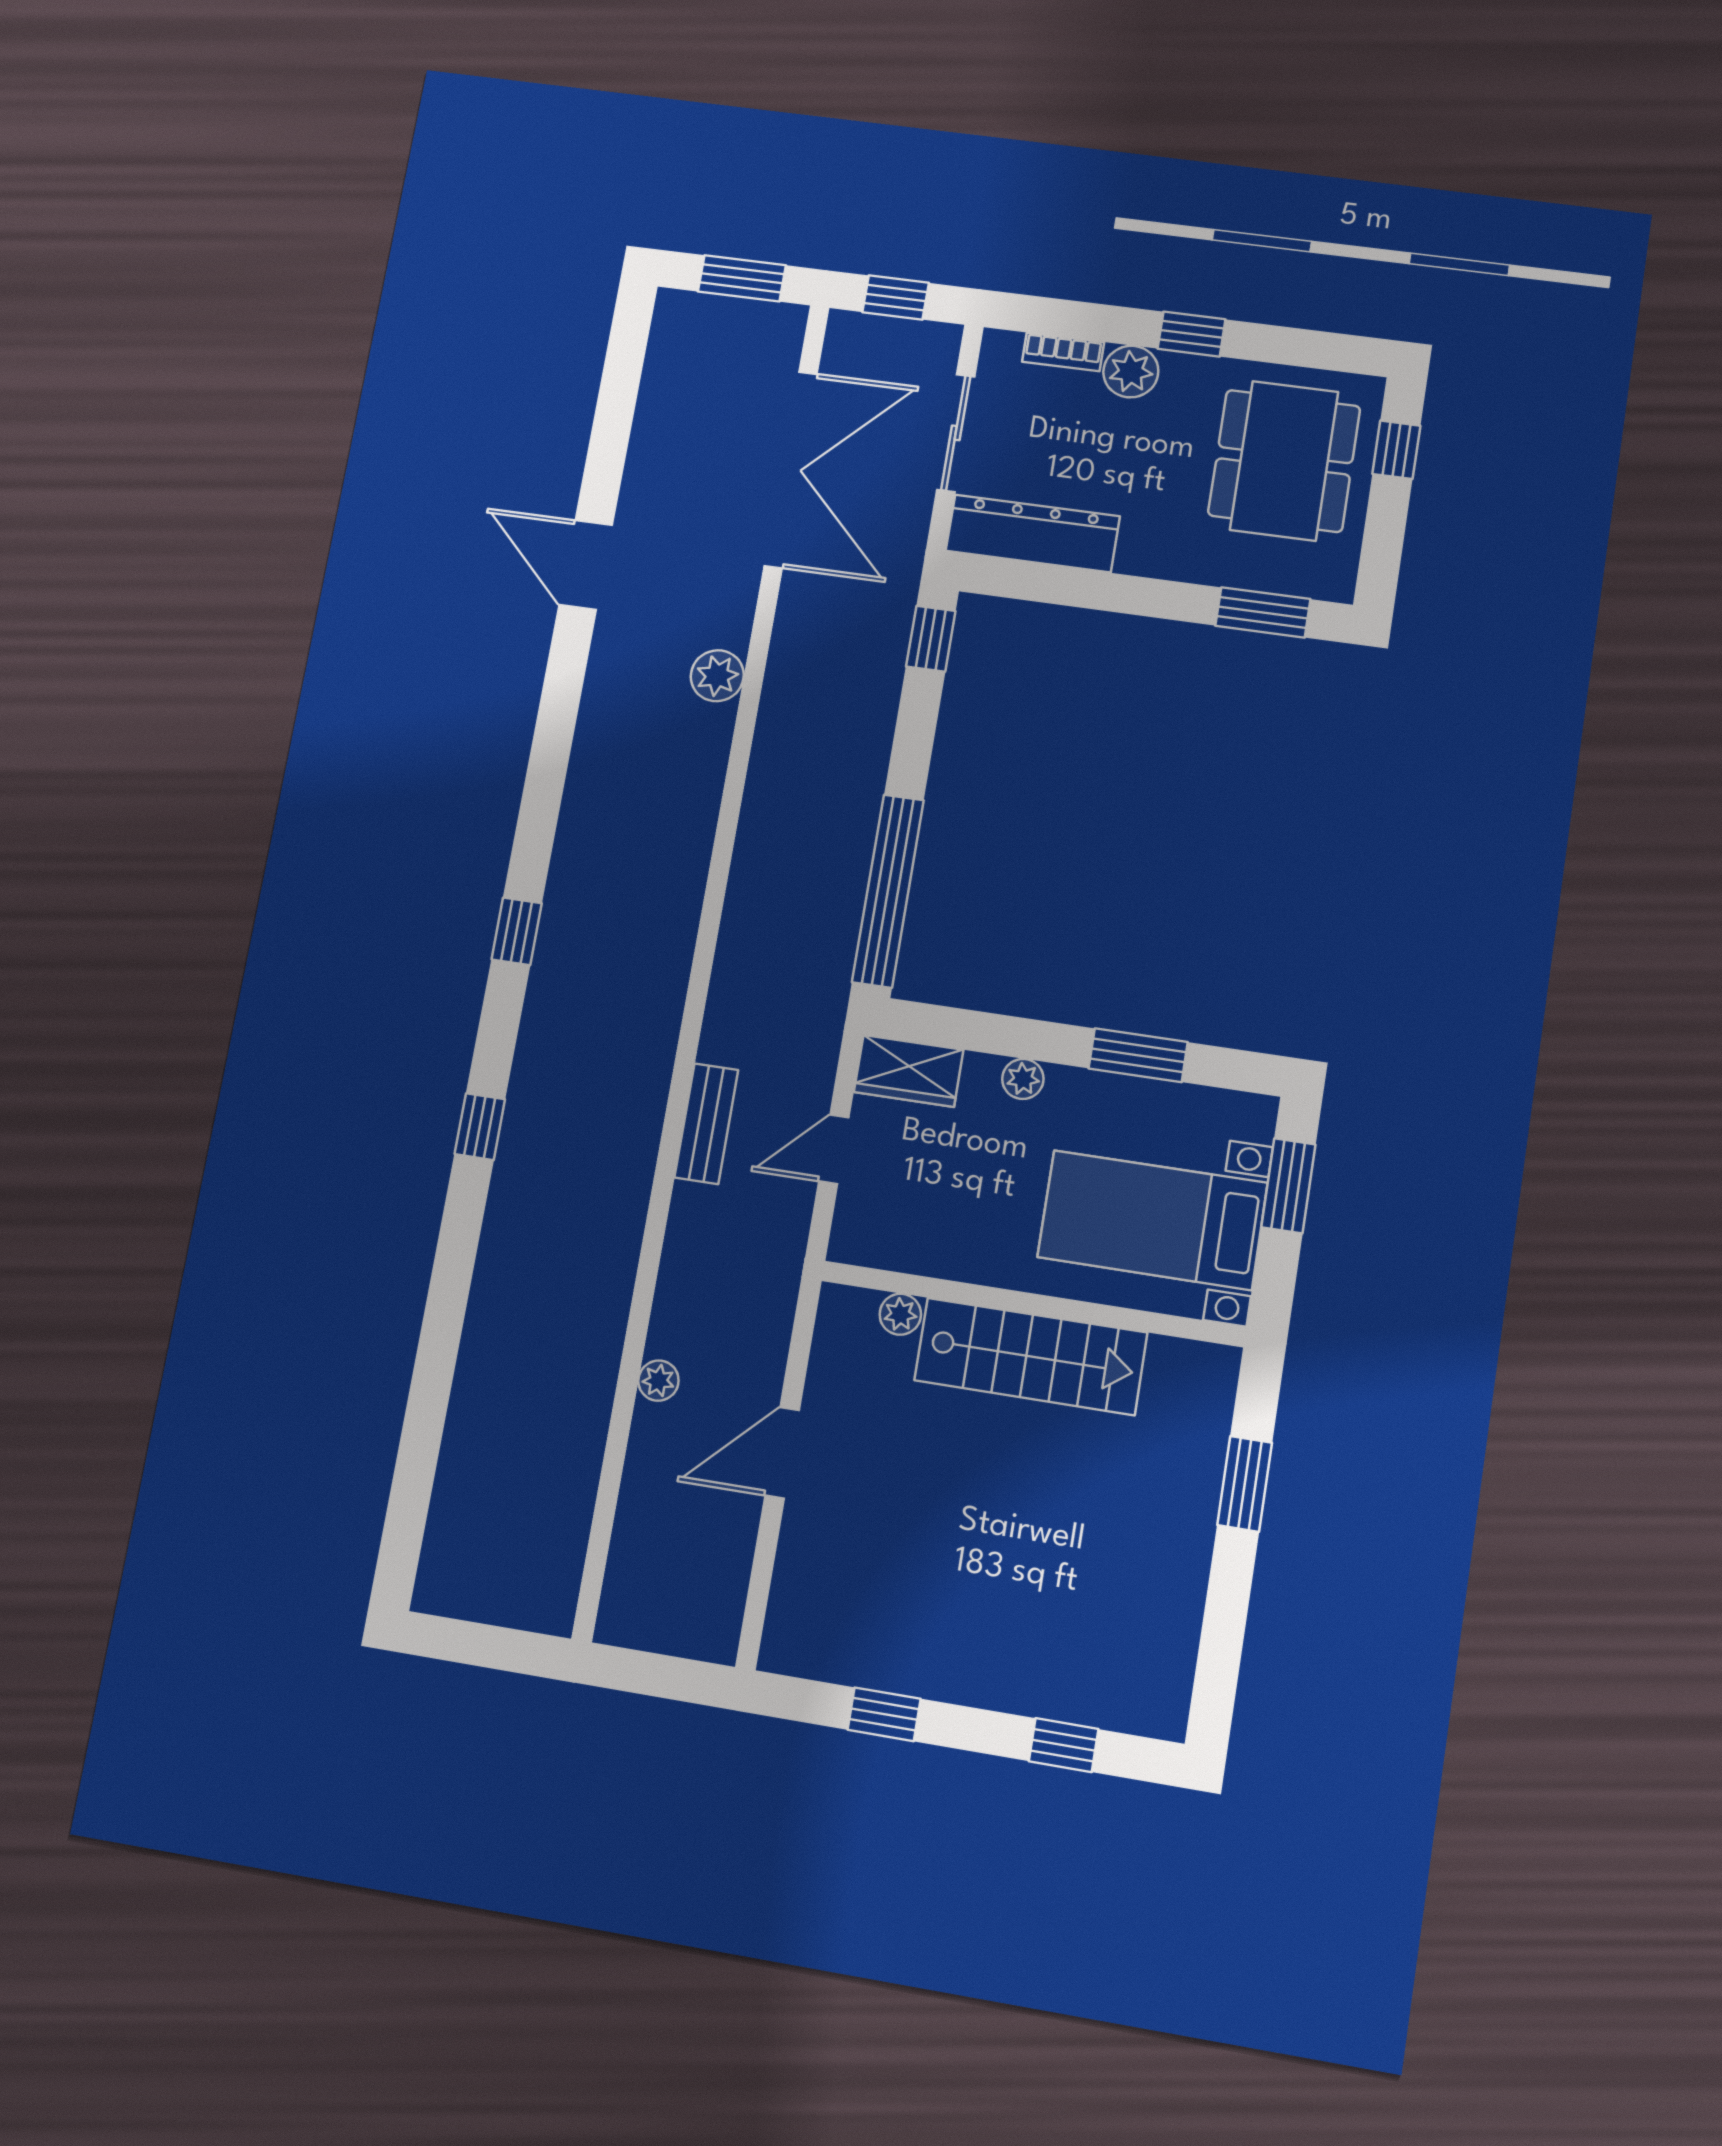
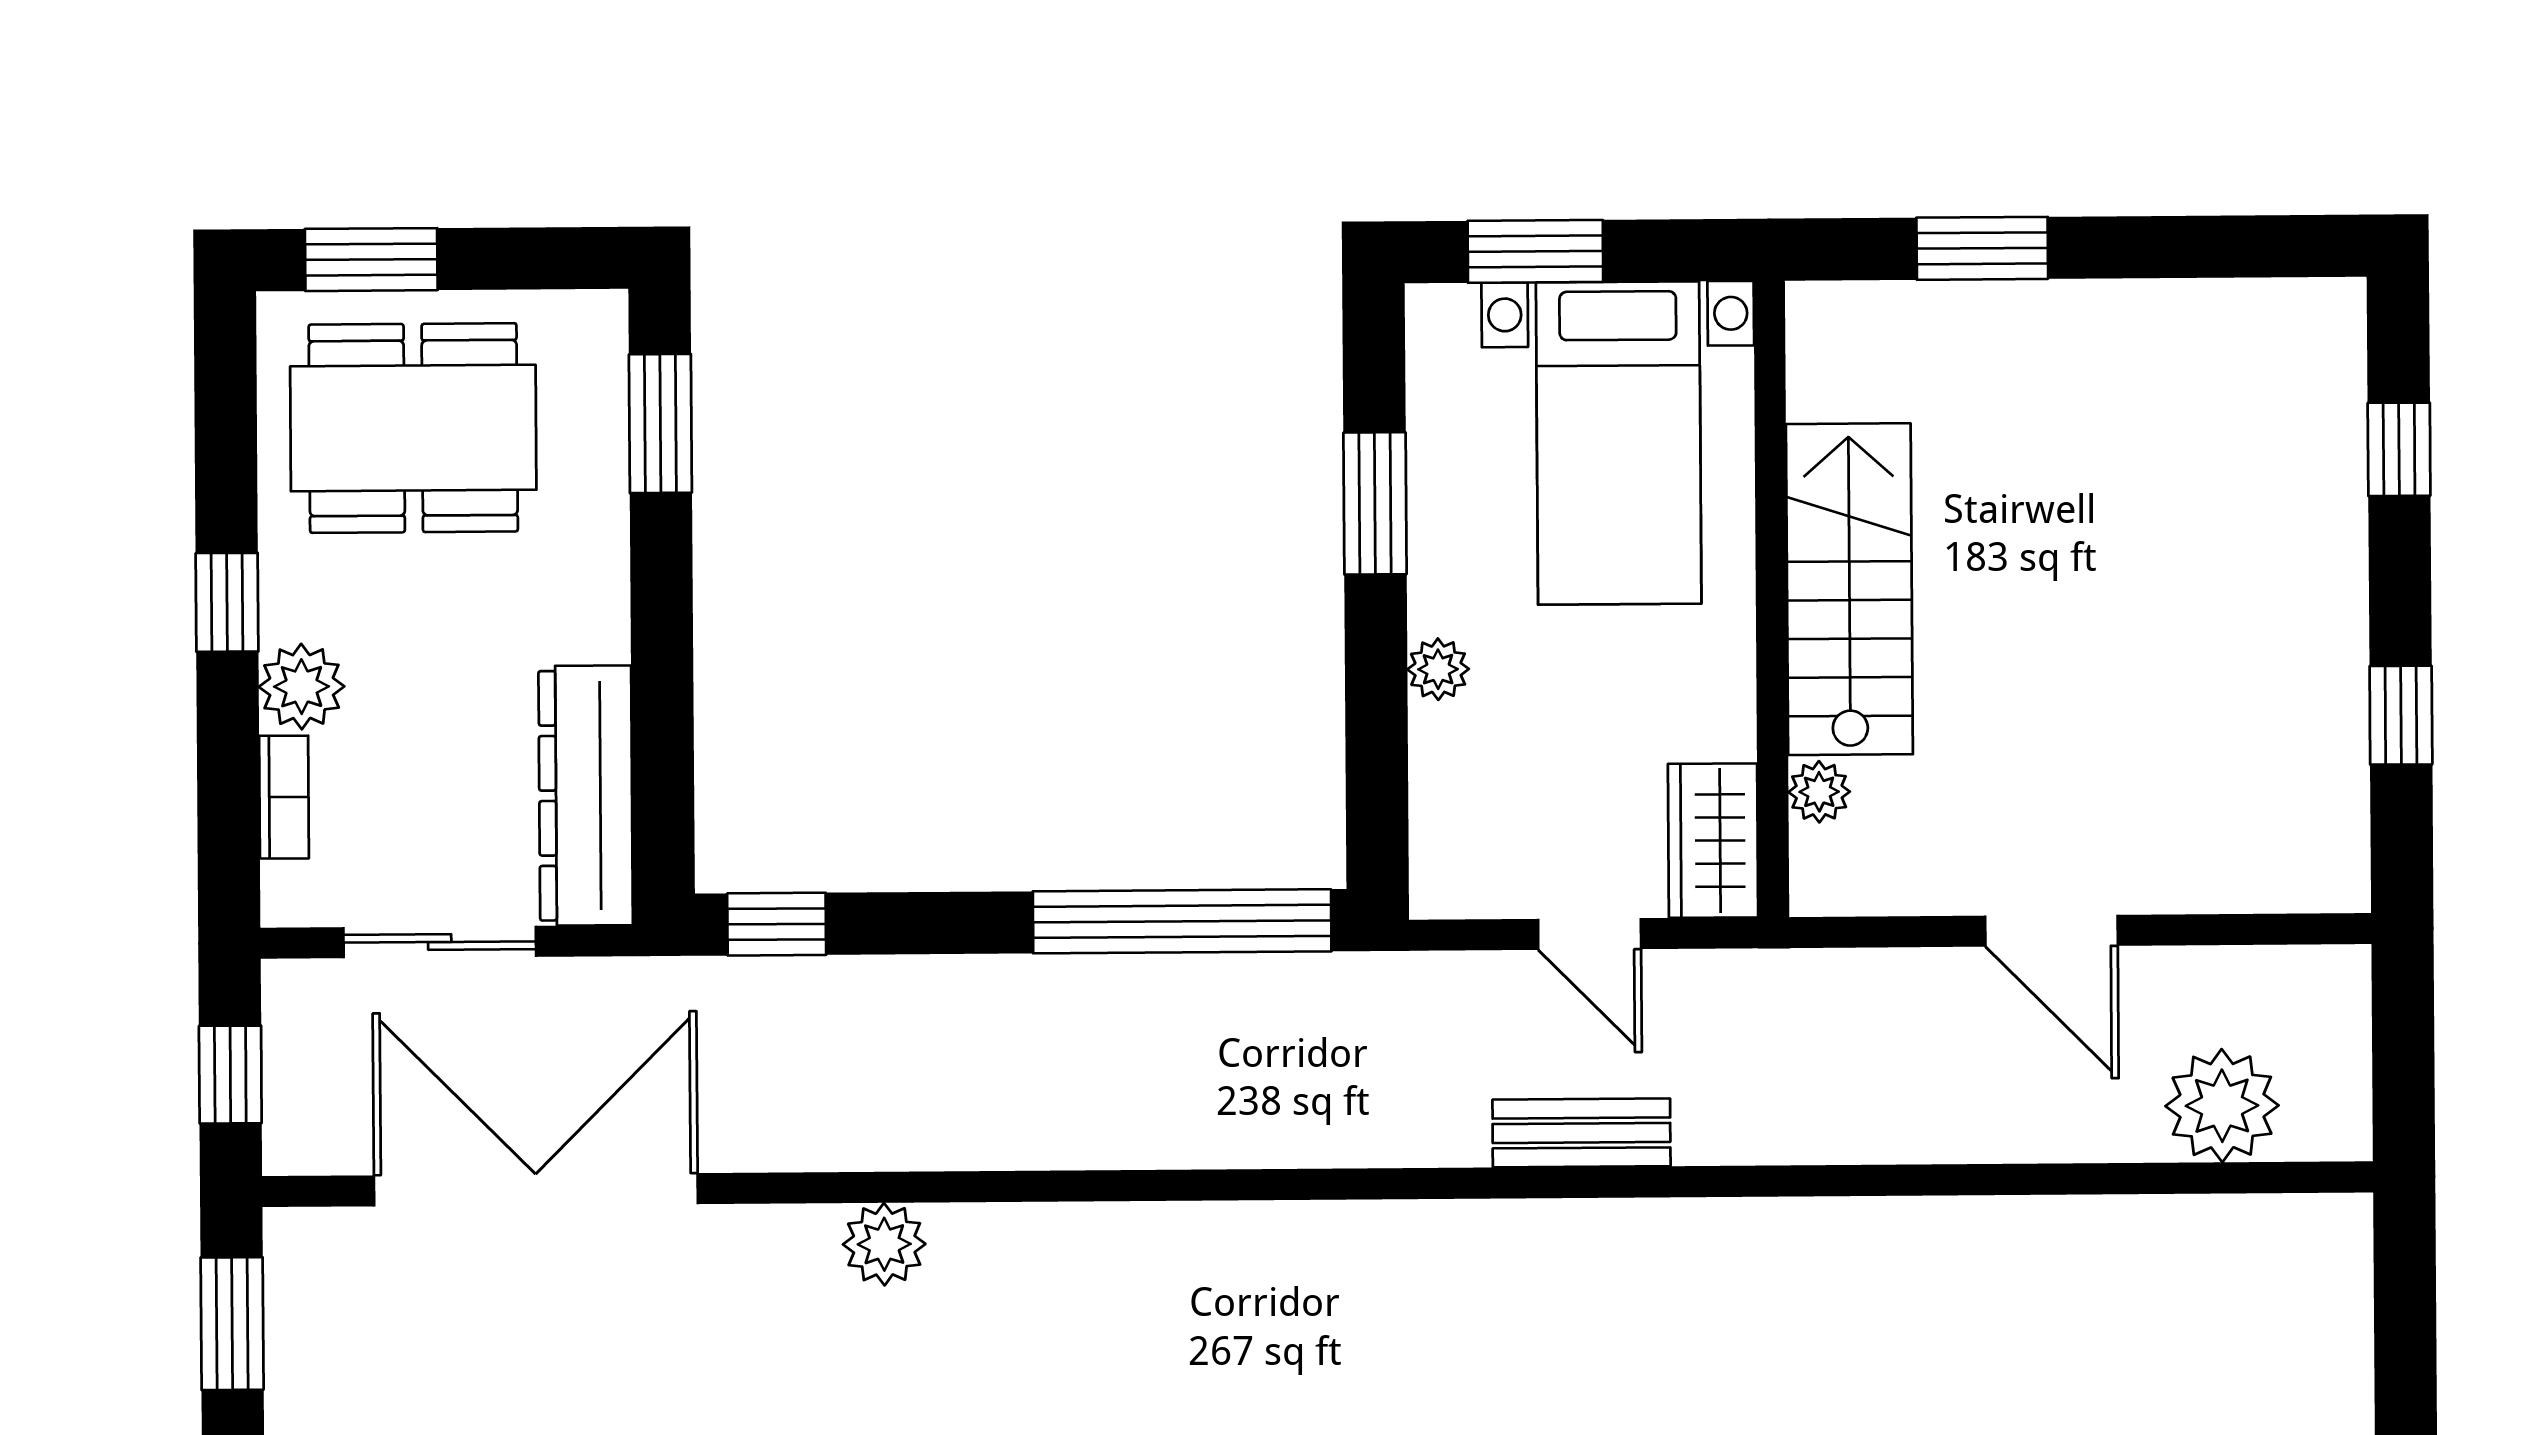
window: (1396, 450) -> (371, 260), width x1.50
wardrobe: (909, 1071) -> (1713, 841), moved, turned 180
plant: (658, 1381) -> (2222, 1106), moved, width x1.88, depth x1.88

